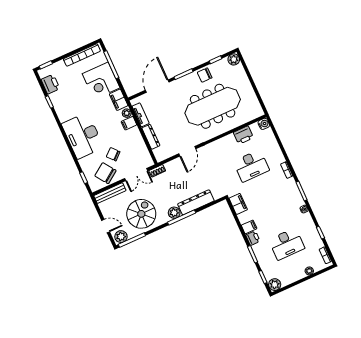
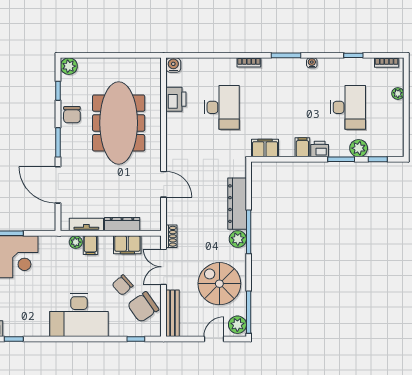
filing cabinet: (119, 100) -> (127, 245), moved
double door: (136, 175) -> (164, 267), swing flipped
plant: (275, 285) -> (359, 148), moved

